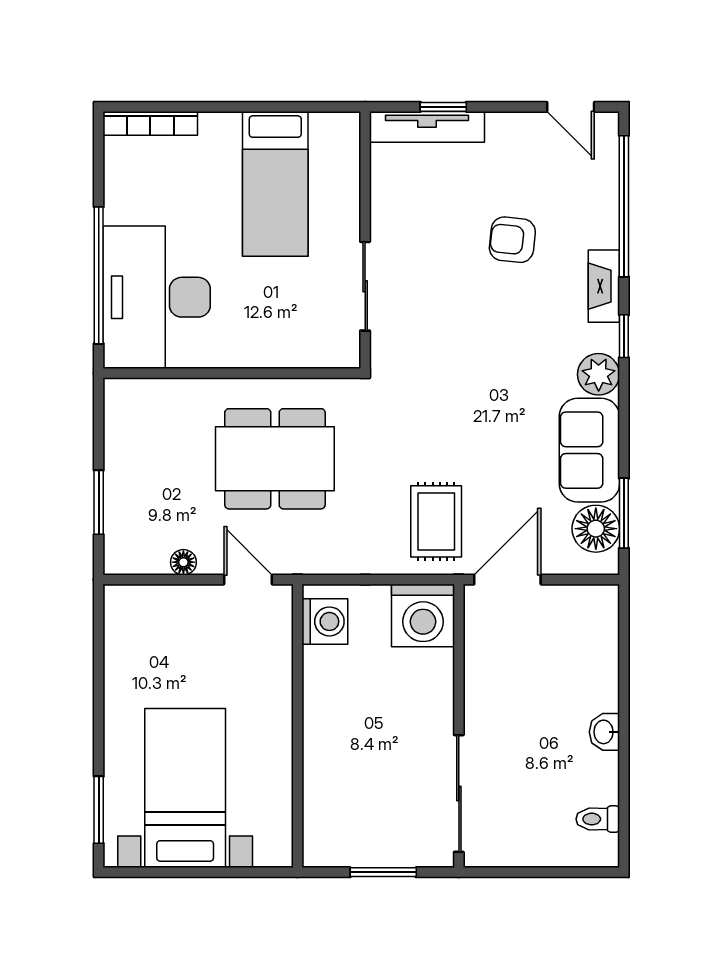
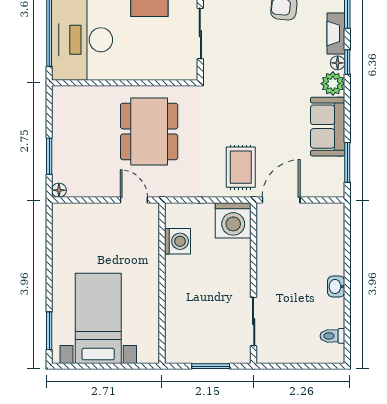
dining table: (275, 459) -> (149, 131), turned 90
floor lamp: (596, 529) -> (338, 63), moved, width x0.53, depth x0.53
floor lamp: (183, 562) -> (59, 190), moved
washing machine: (325, 621) -> (177, 241), moved
sliding door: (459, 794) -> (254, 321), width x0.73

